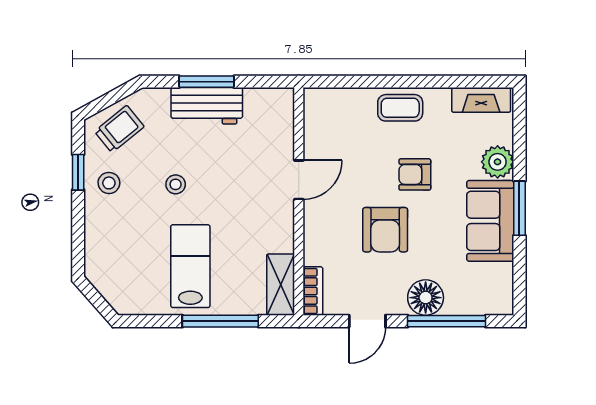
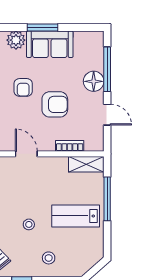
stool: (109, 183) -> (49, 258), moved
bookcase: (313, 291) -> (70, 146), moved

